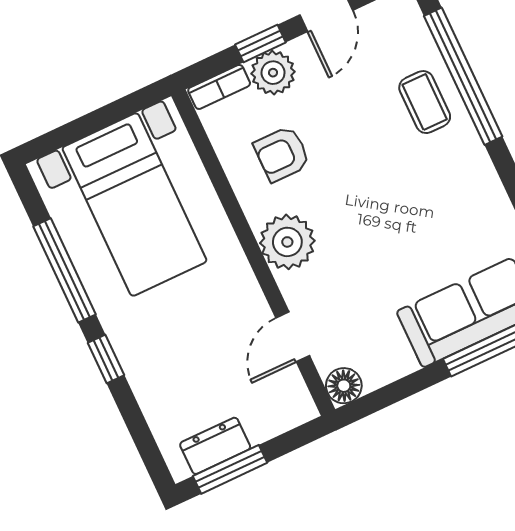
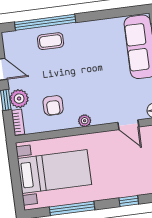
plant: (287, 242) -> (85, 121), width x0.53, depth x0.53
window: (106, 359) -> (129, 201), moved

